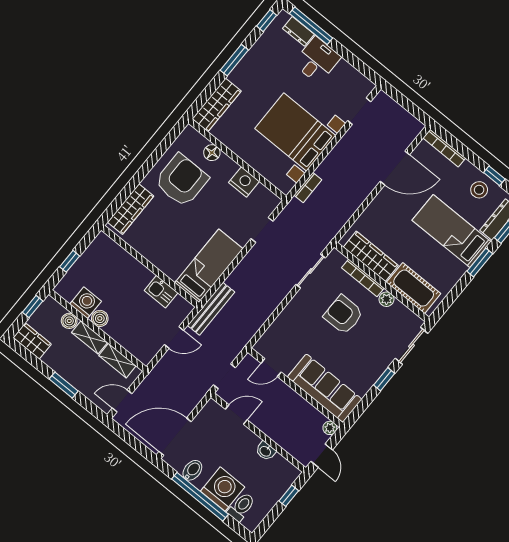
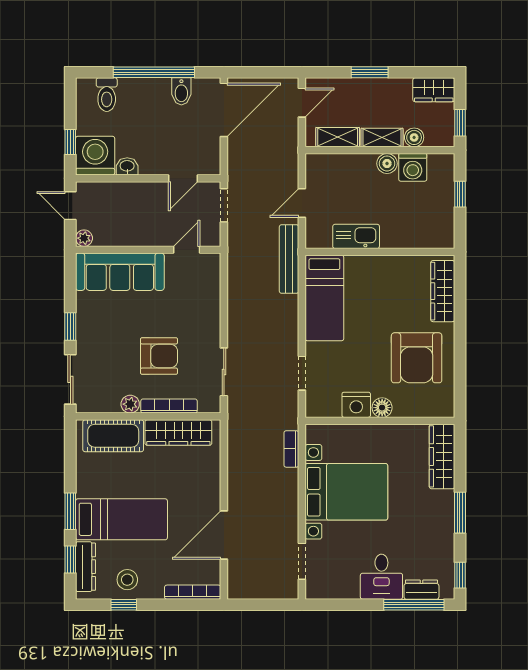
floor lamp: (212, 153) -> (382, 408), moved
kitchen sink: (161, 292) -> (356, 236), width x1.38
washing machine: (223, 489) -> (95, 156), moved, turned 180

